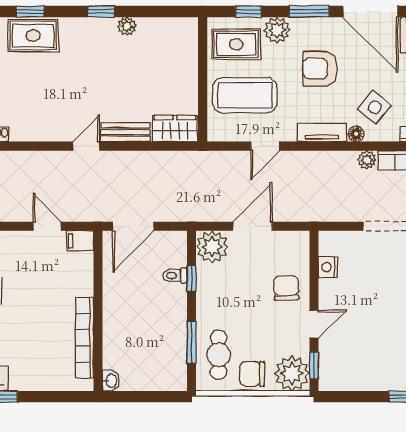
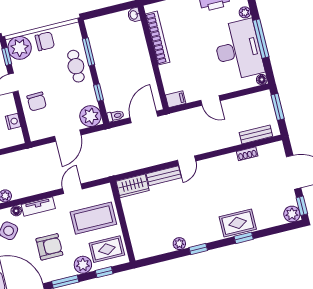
door: (47, 226) -> (210, 101), moved
toilet: (175, 276) -> (115, 116), moved
cafe table: (219, 355) -> (76, 66), moved

